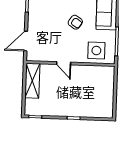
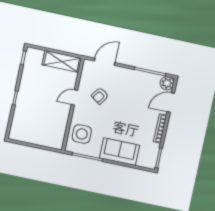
armchair: (75, 22) -> (100, 96), moved
door: (26, 41) -> (105, 62), hinge flipped

